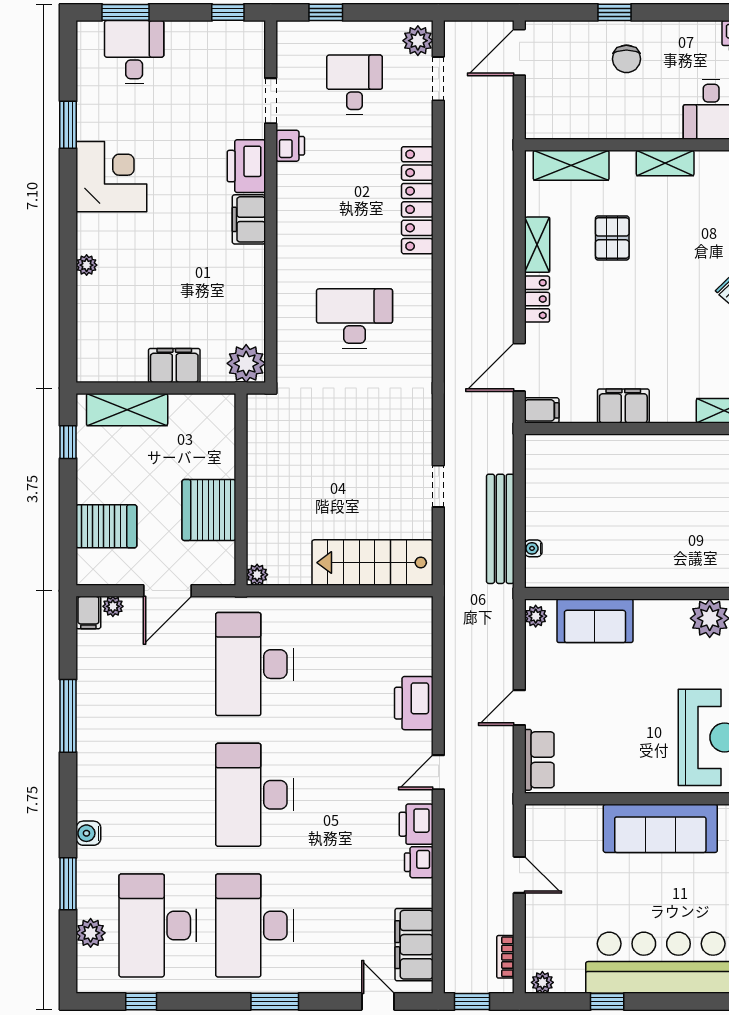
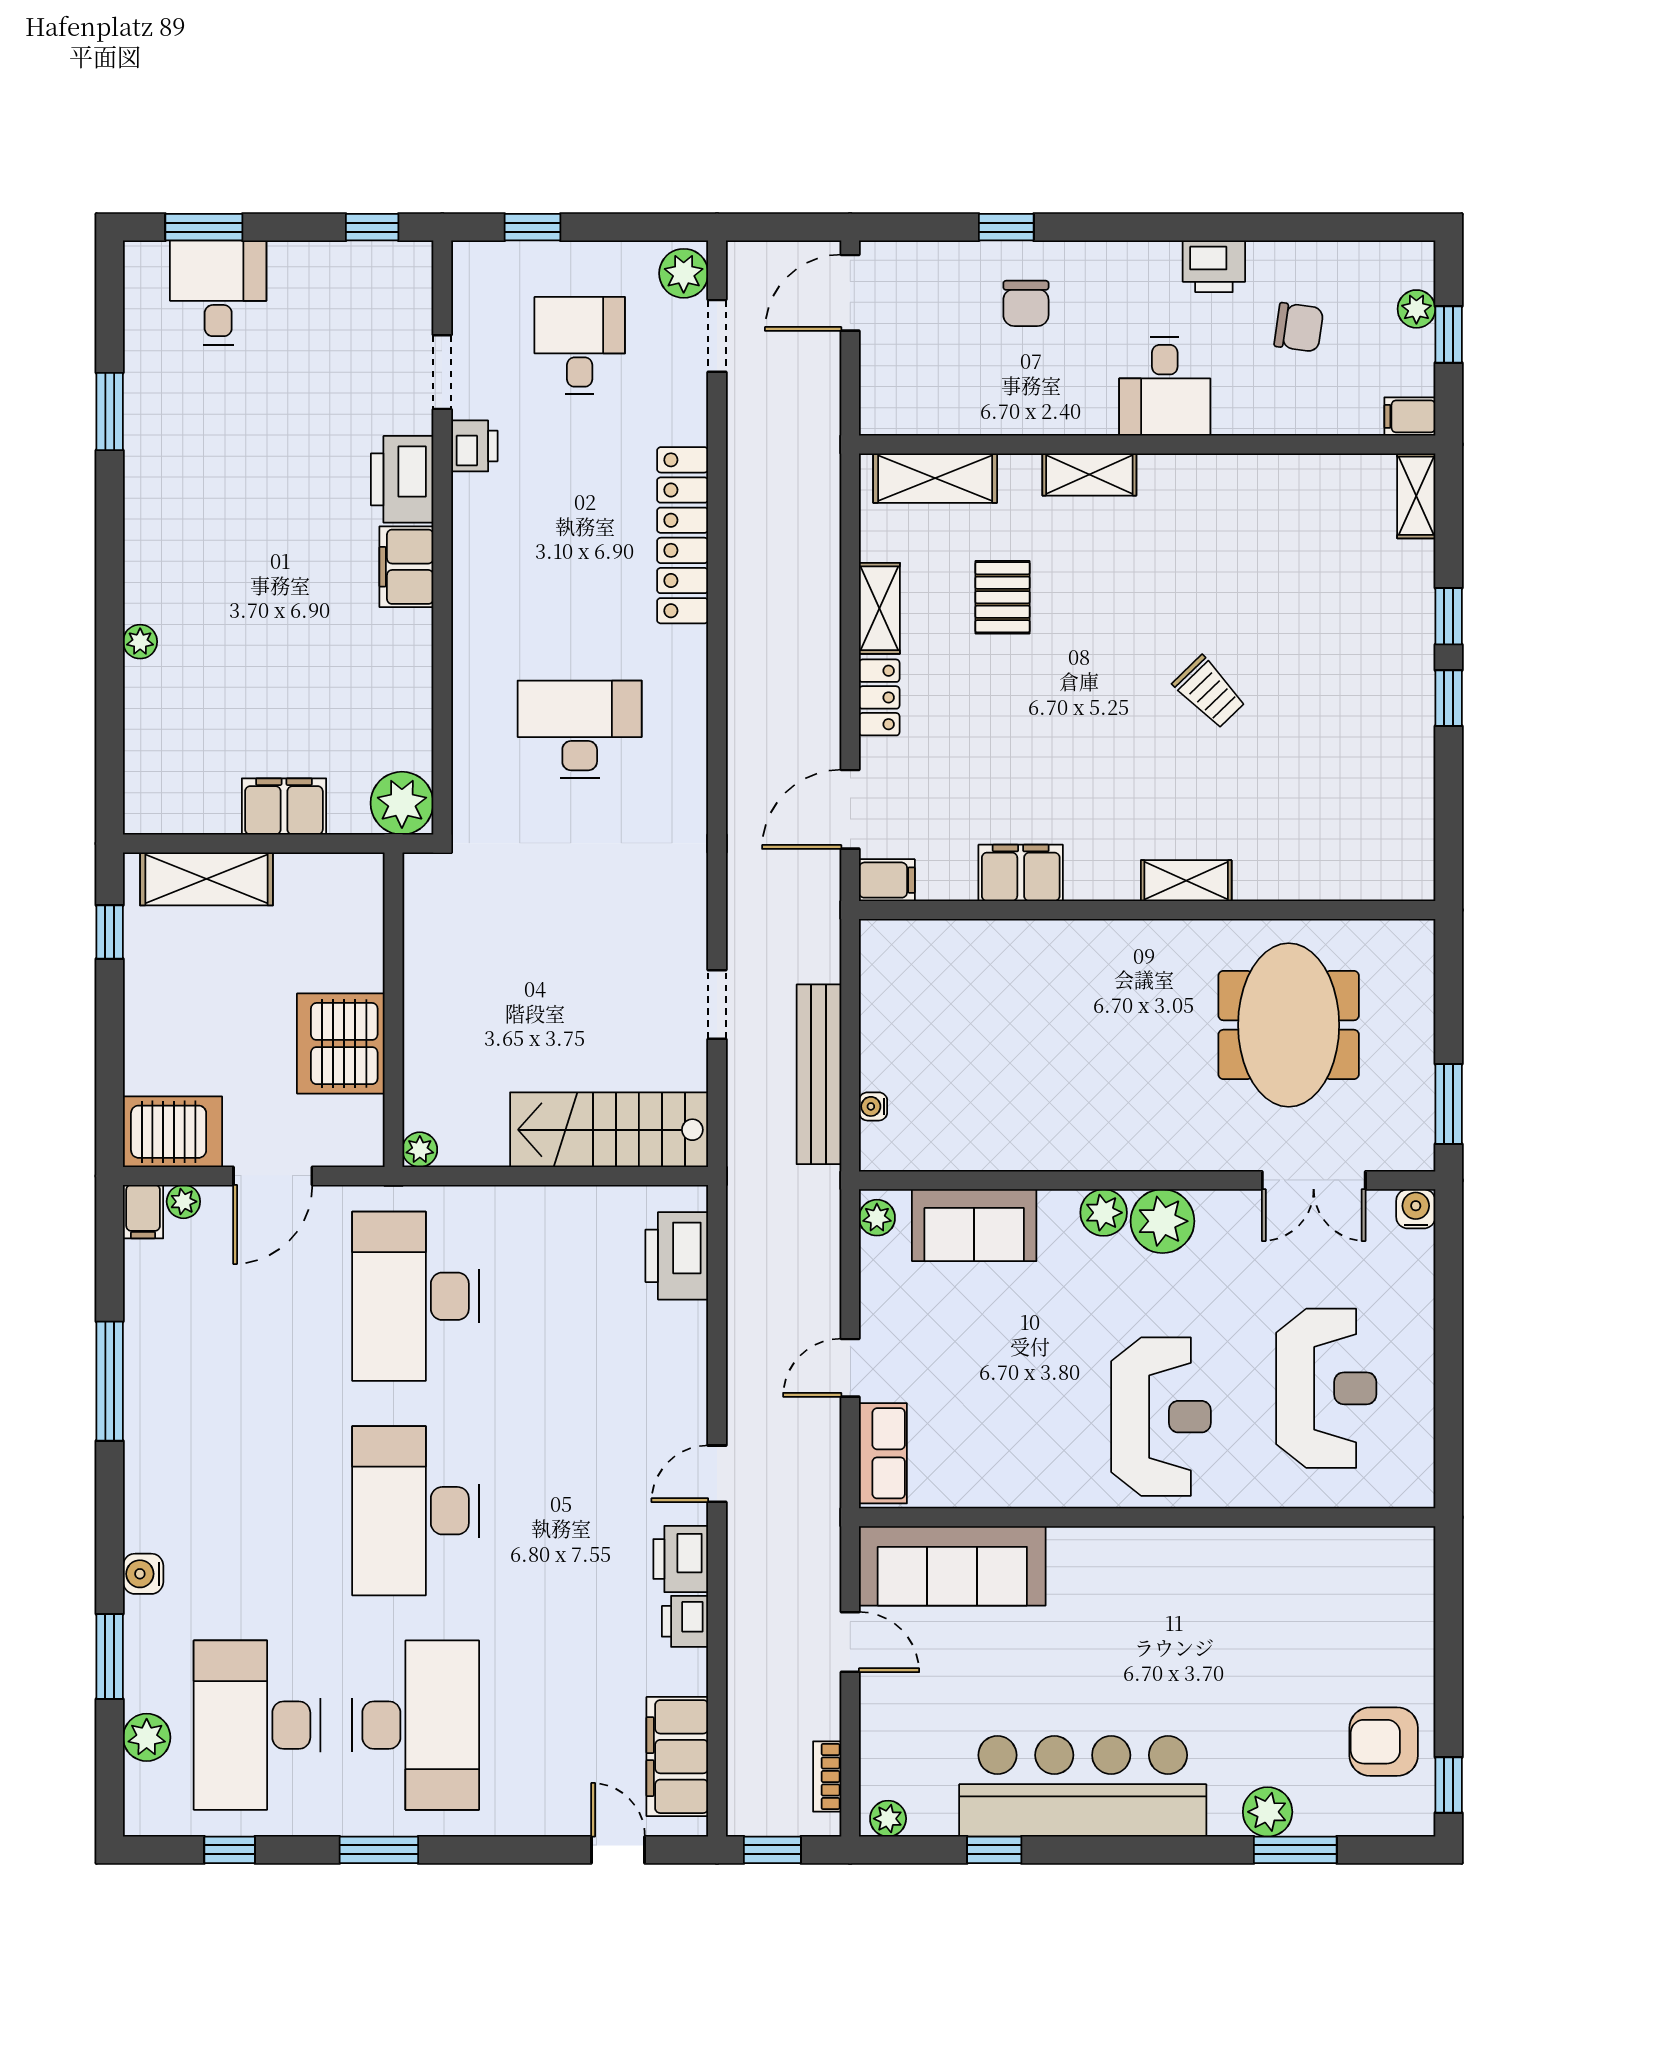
corner desk: (111, 177) -> (181, 497), removed
server rack: (106, 526) -> (173, 1132), moved
plant: (674, 613) -> (1104, 1213), added
printer: (414, 703) -> (677, 1256), moved
sofa: (660, 828) -> (952, 1566), moved
desk: (254, 925) -> (416, 1725), turned 180
window: (275, 1002) -> (379, 1850), moved

